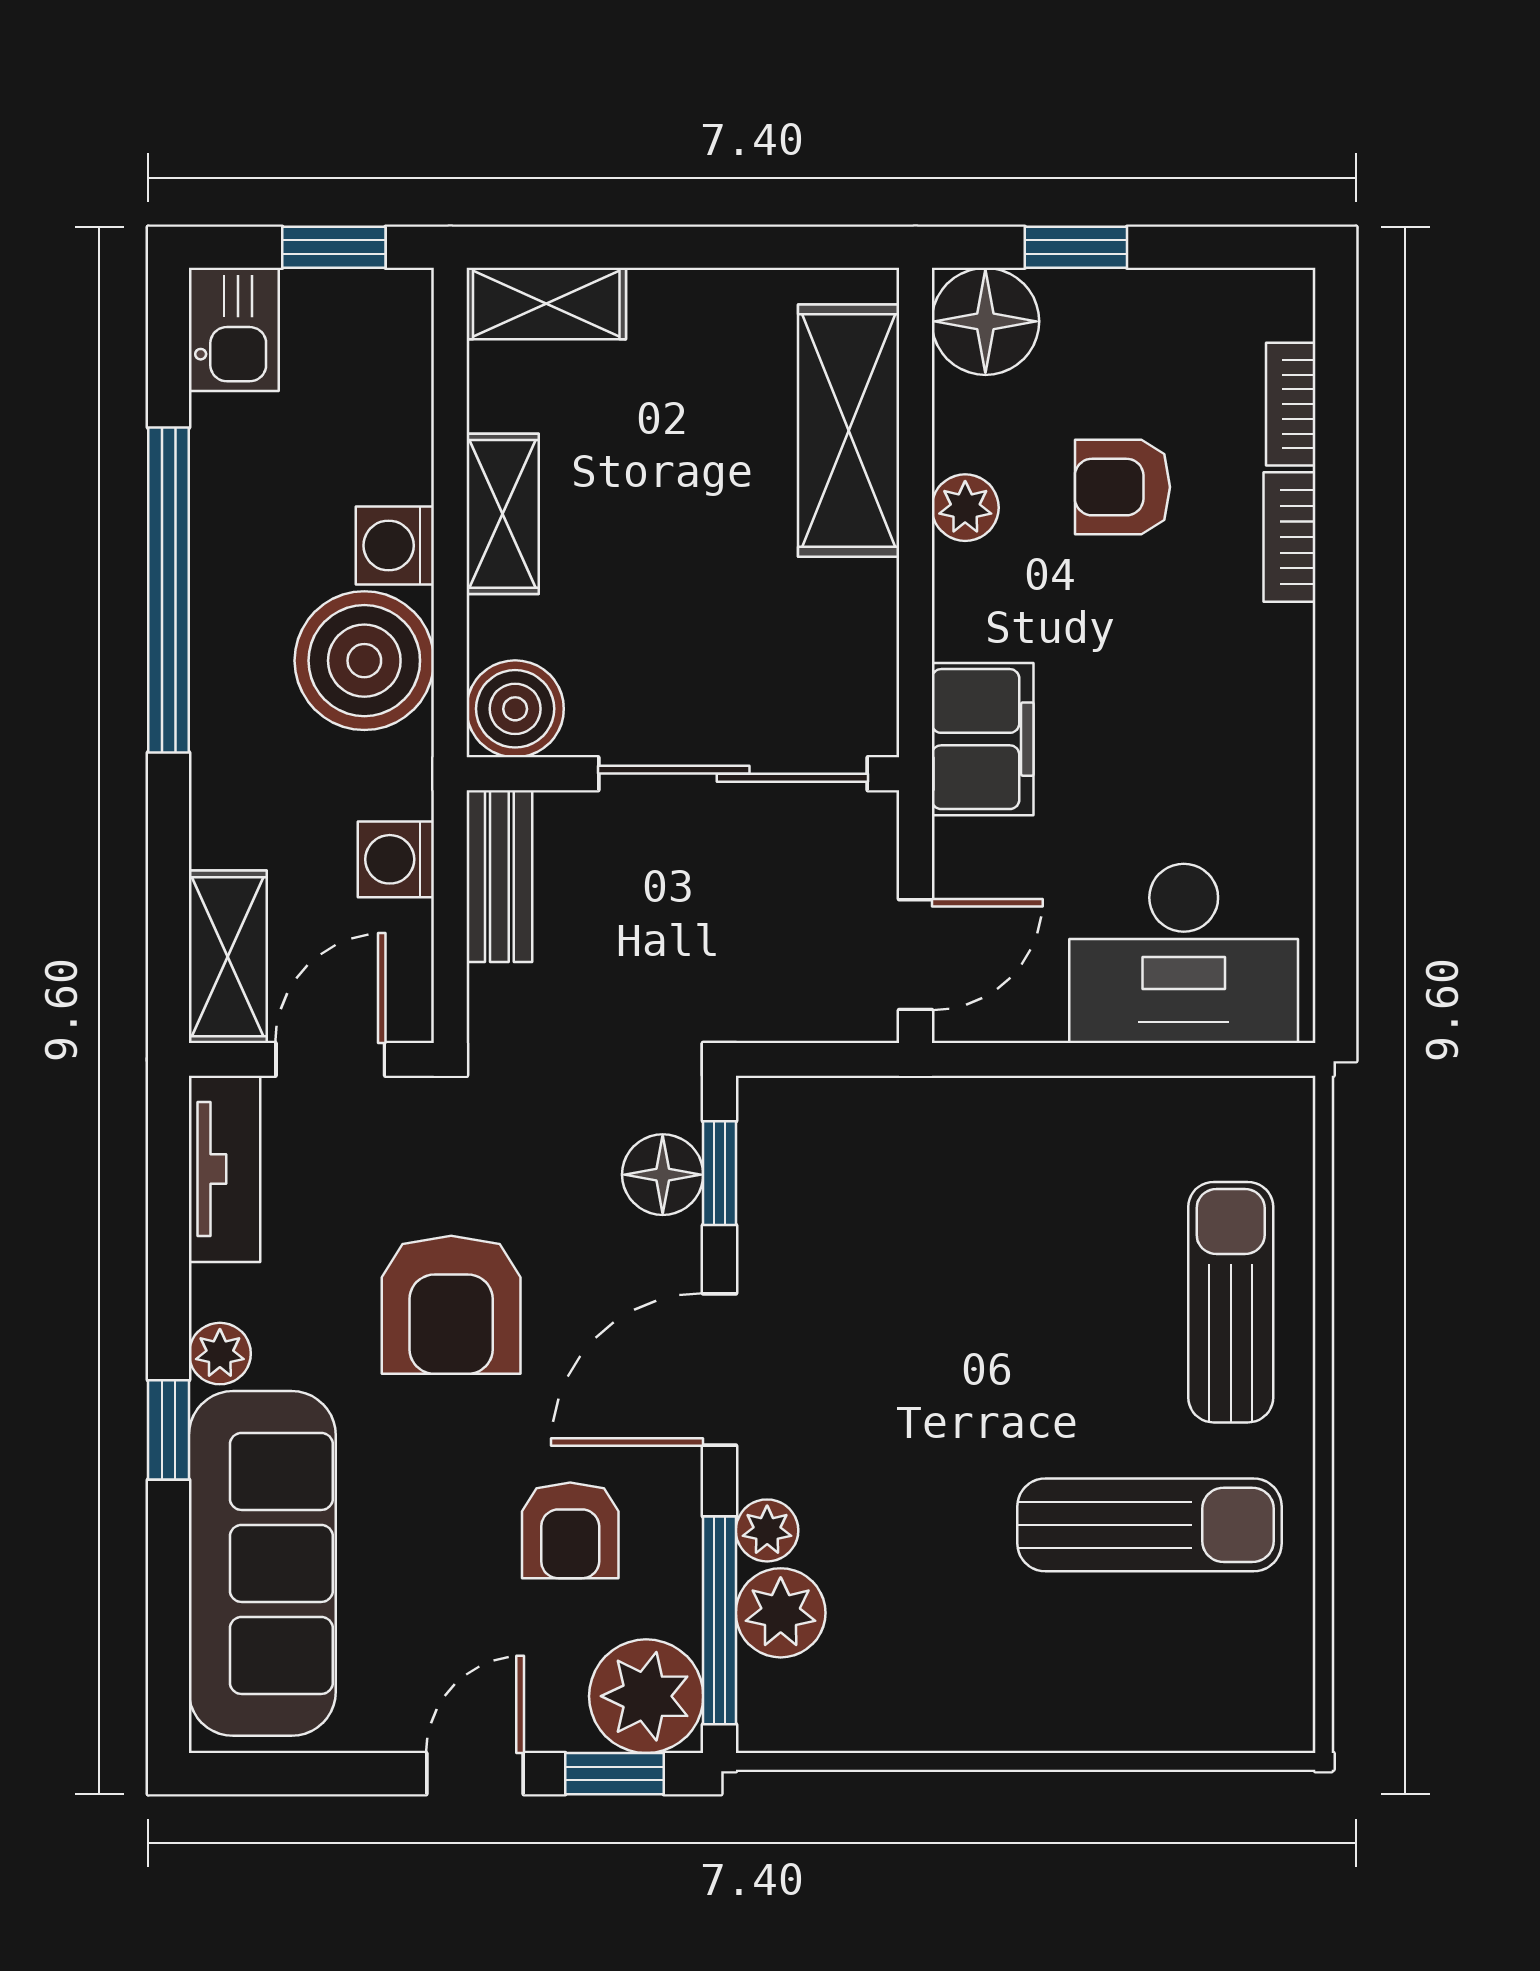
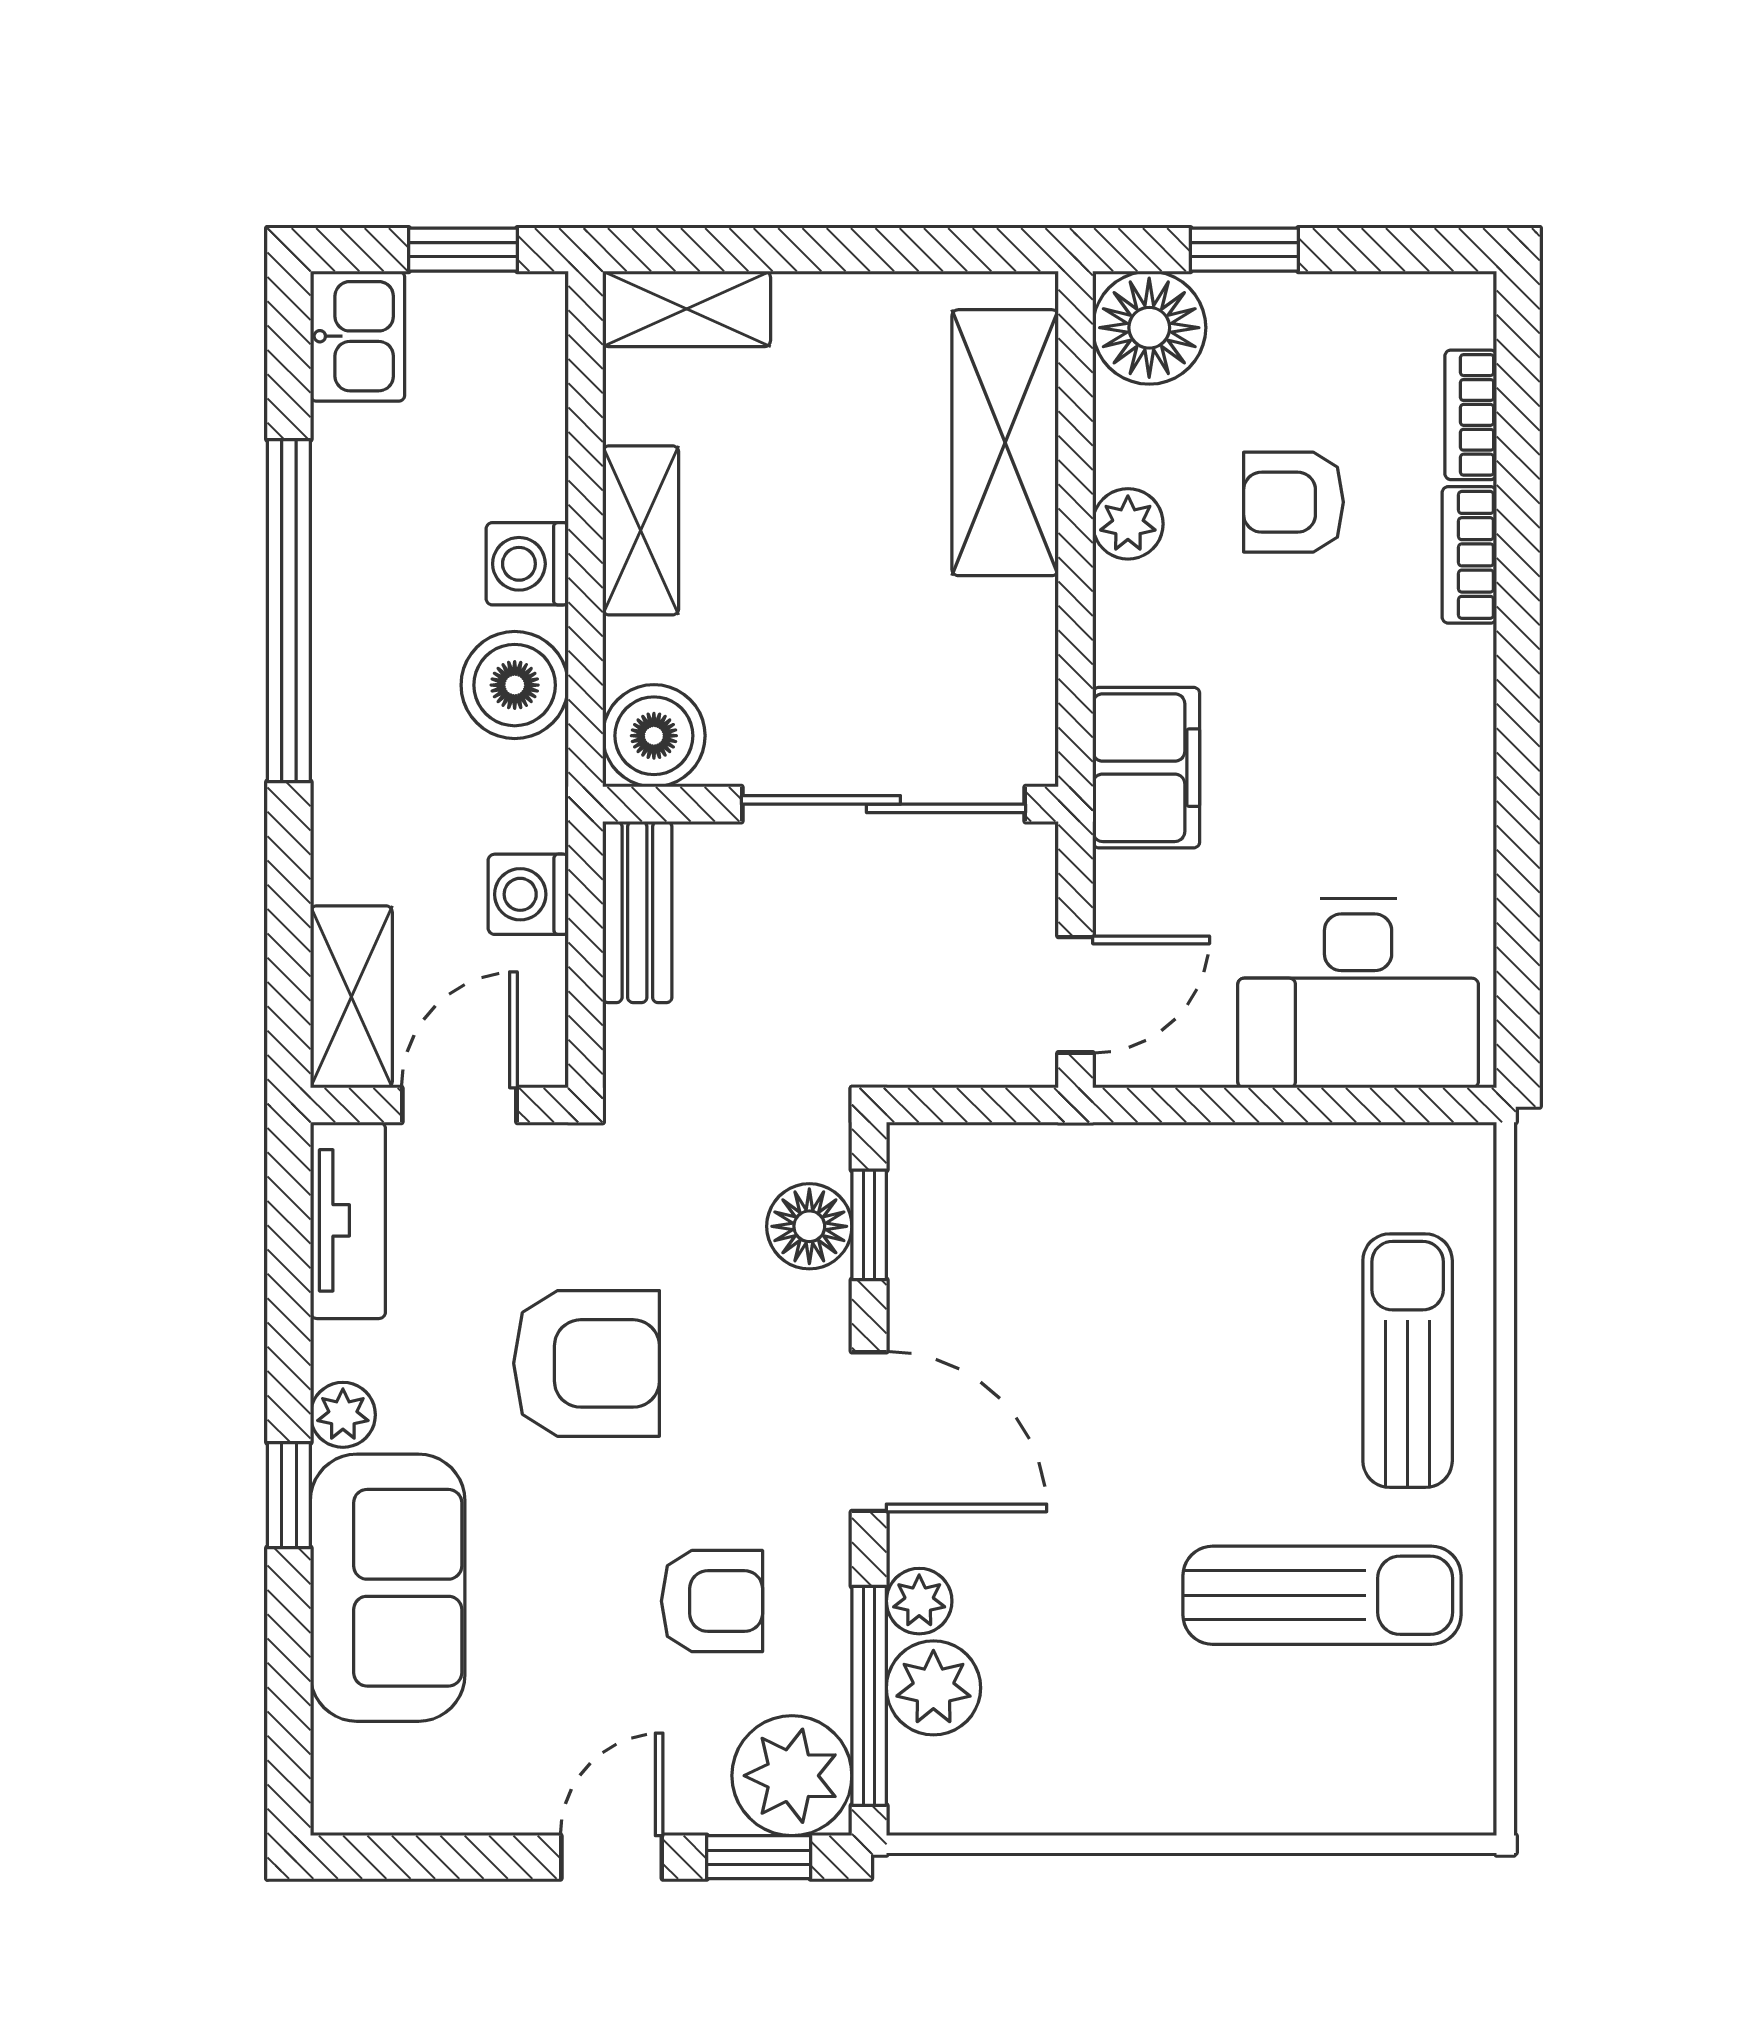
boiler: (364, 661) -> (515, 685), width x0.73, depth x0.73
armchair: (451, 1305) -> (587, 1363), turned -90
door: (720, 1370) -> (869, 1432), swing flipped
armchair: (570, 1530) -> (712, 1601), turned -90
sofa: (262, 1563) -> (388, 1588), width x0.73

